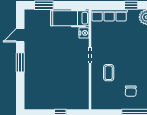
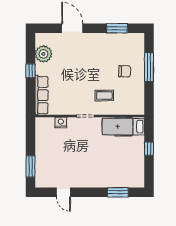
hospital bed: (70, 18) -> (123, 127), moved, turned 90
window: (20, 62) -> (118, 192), moved

